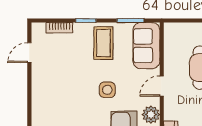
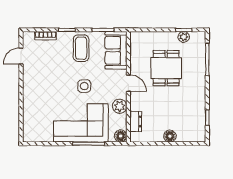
door: (162, 86) -> (128, 83), swing flipped

